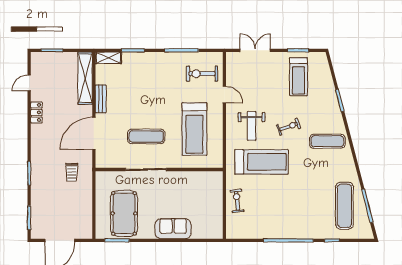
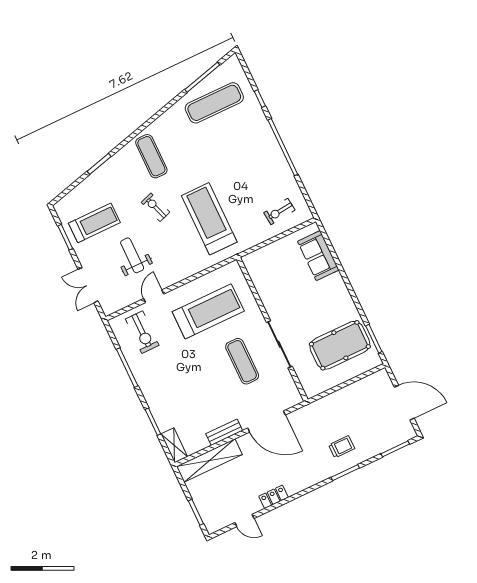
weight bench: (252, 126) -> (132, 255), moved, turned -90
trolley: (72, 172) -> (342, 447), moved
exercise bike: (237, 201) -> (279, 211), moved
sofa: (173, 229) -> (318, 256), moved

